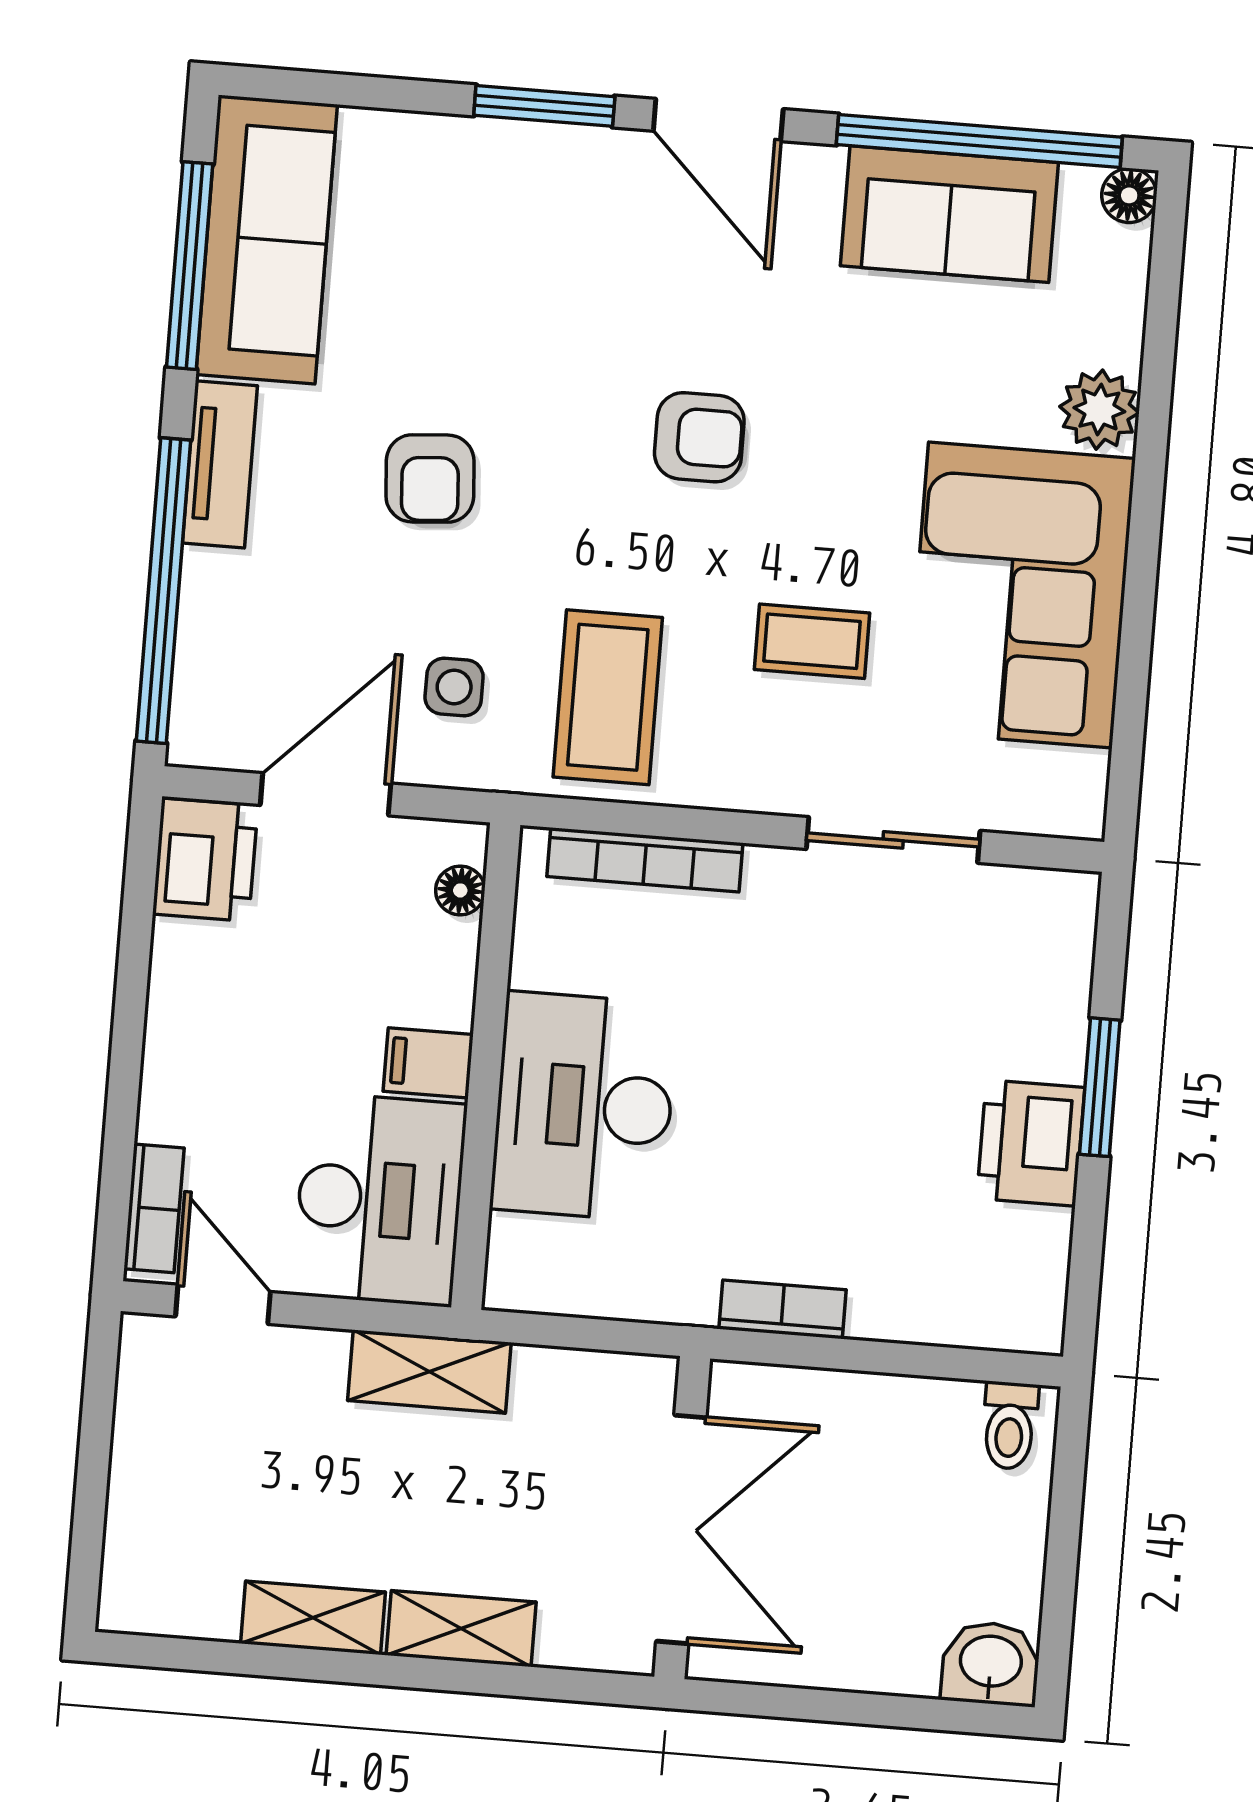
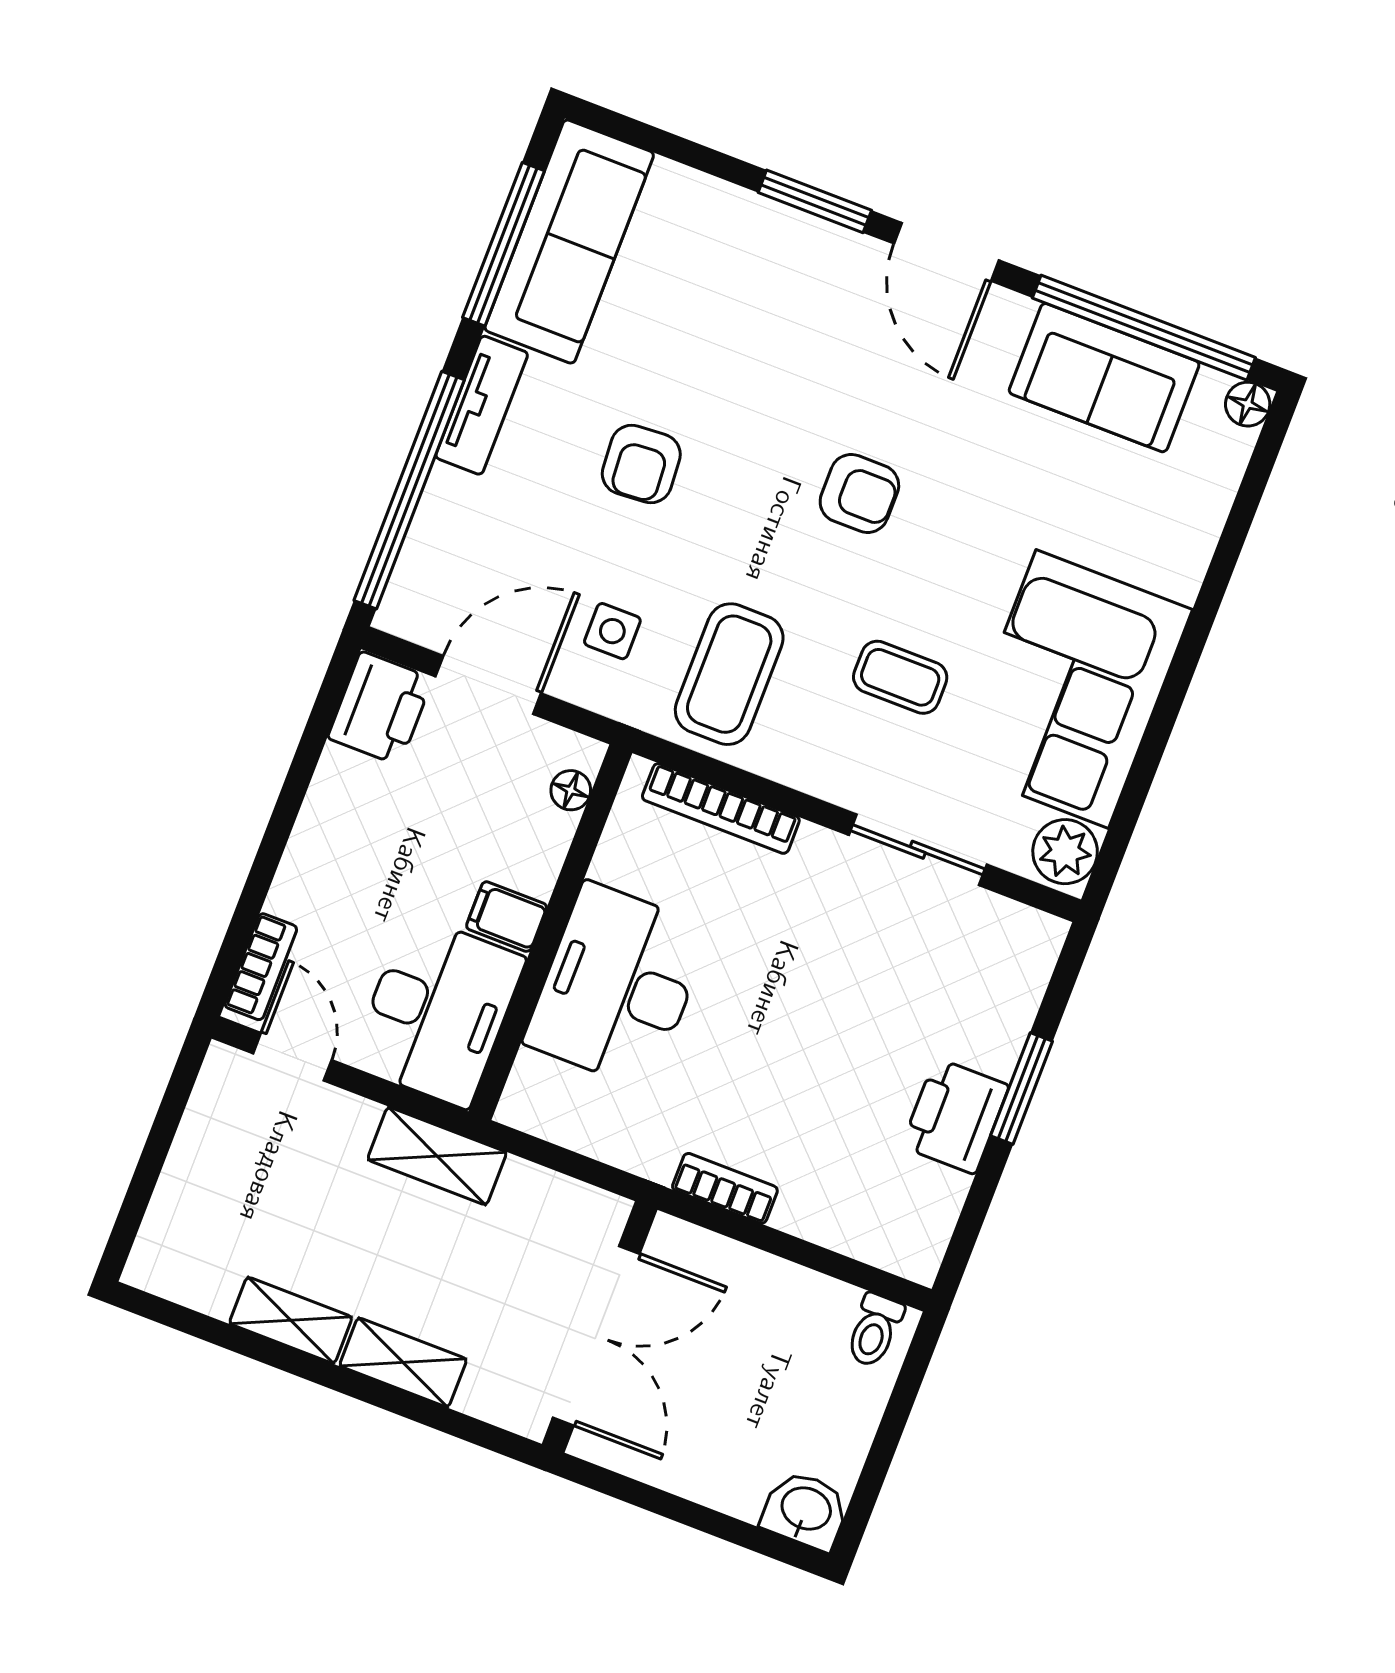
plant: (1099, 410) -> (1065, 852), moved

